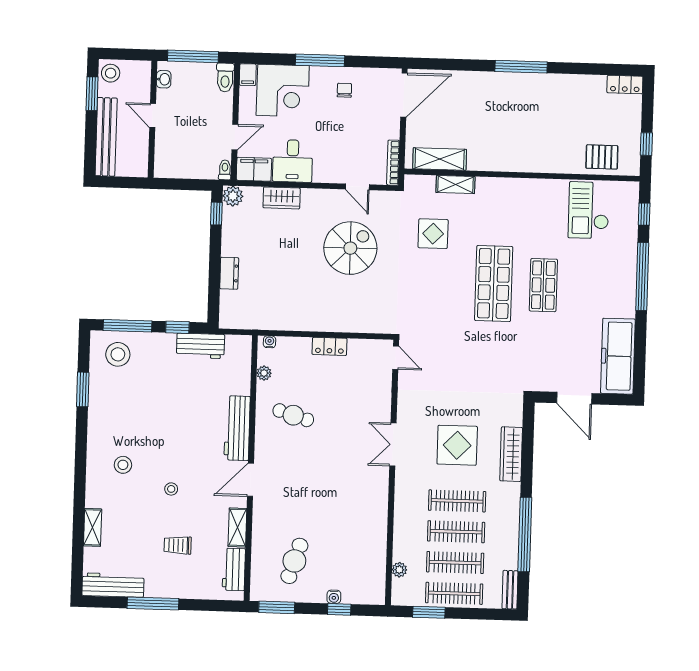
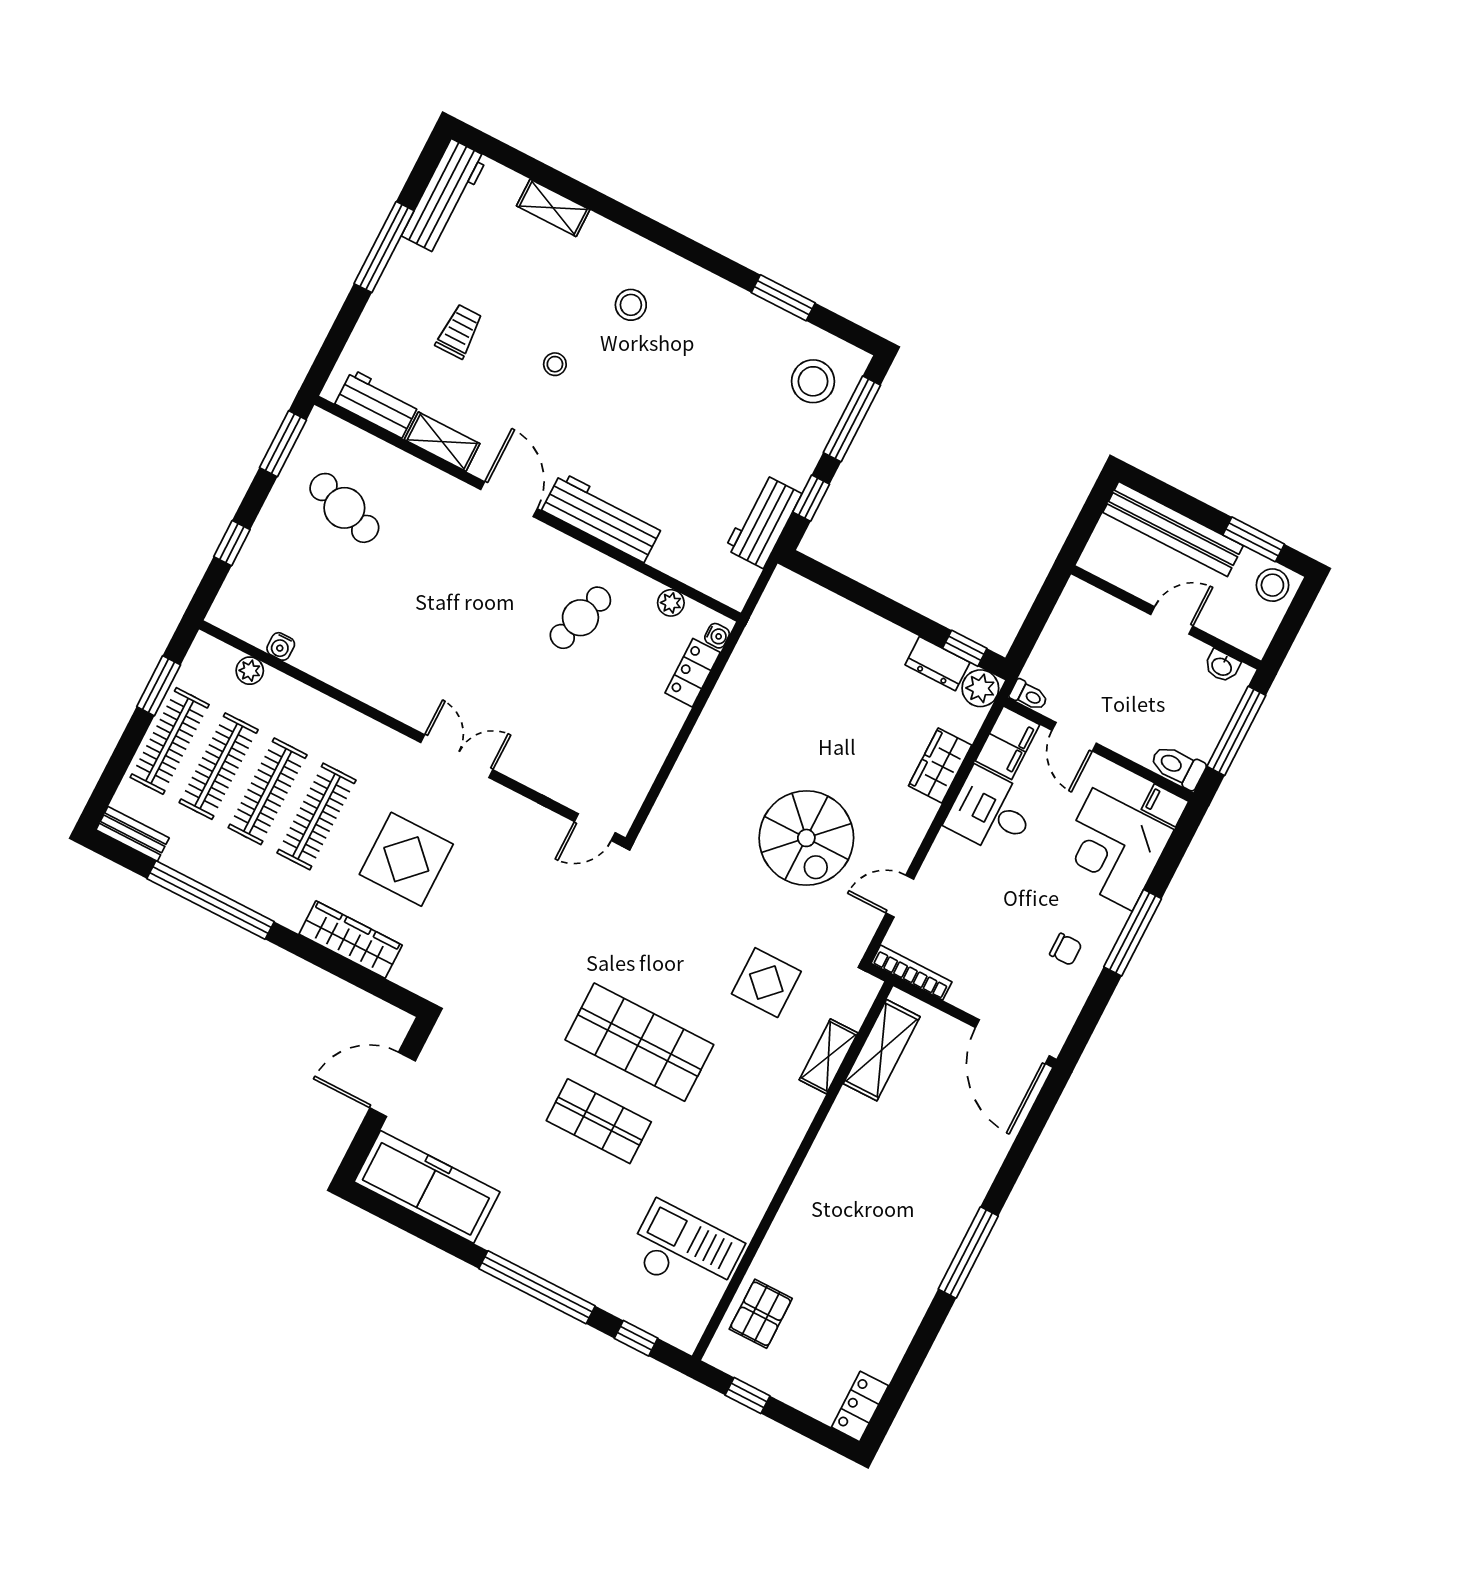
dresser: (229, 273) -> (937, 664), moved
locker: (330, 346) -> (693, 673), moved
water cooler: (334, 597) -> (281, 646), moved, turned -90

